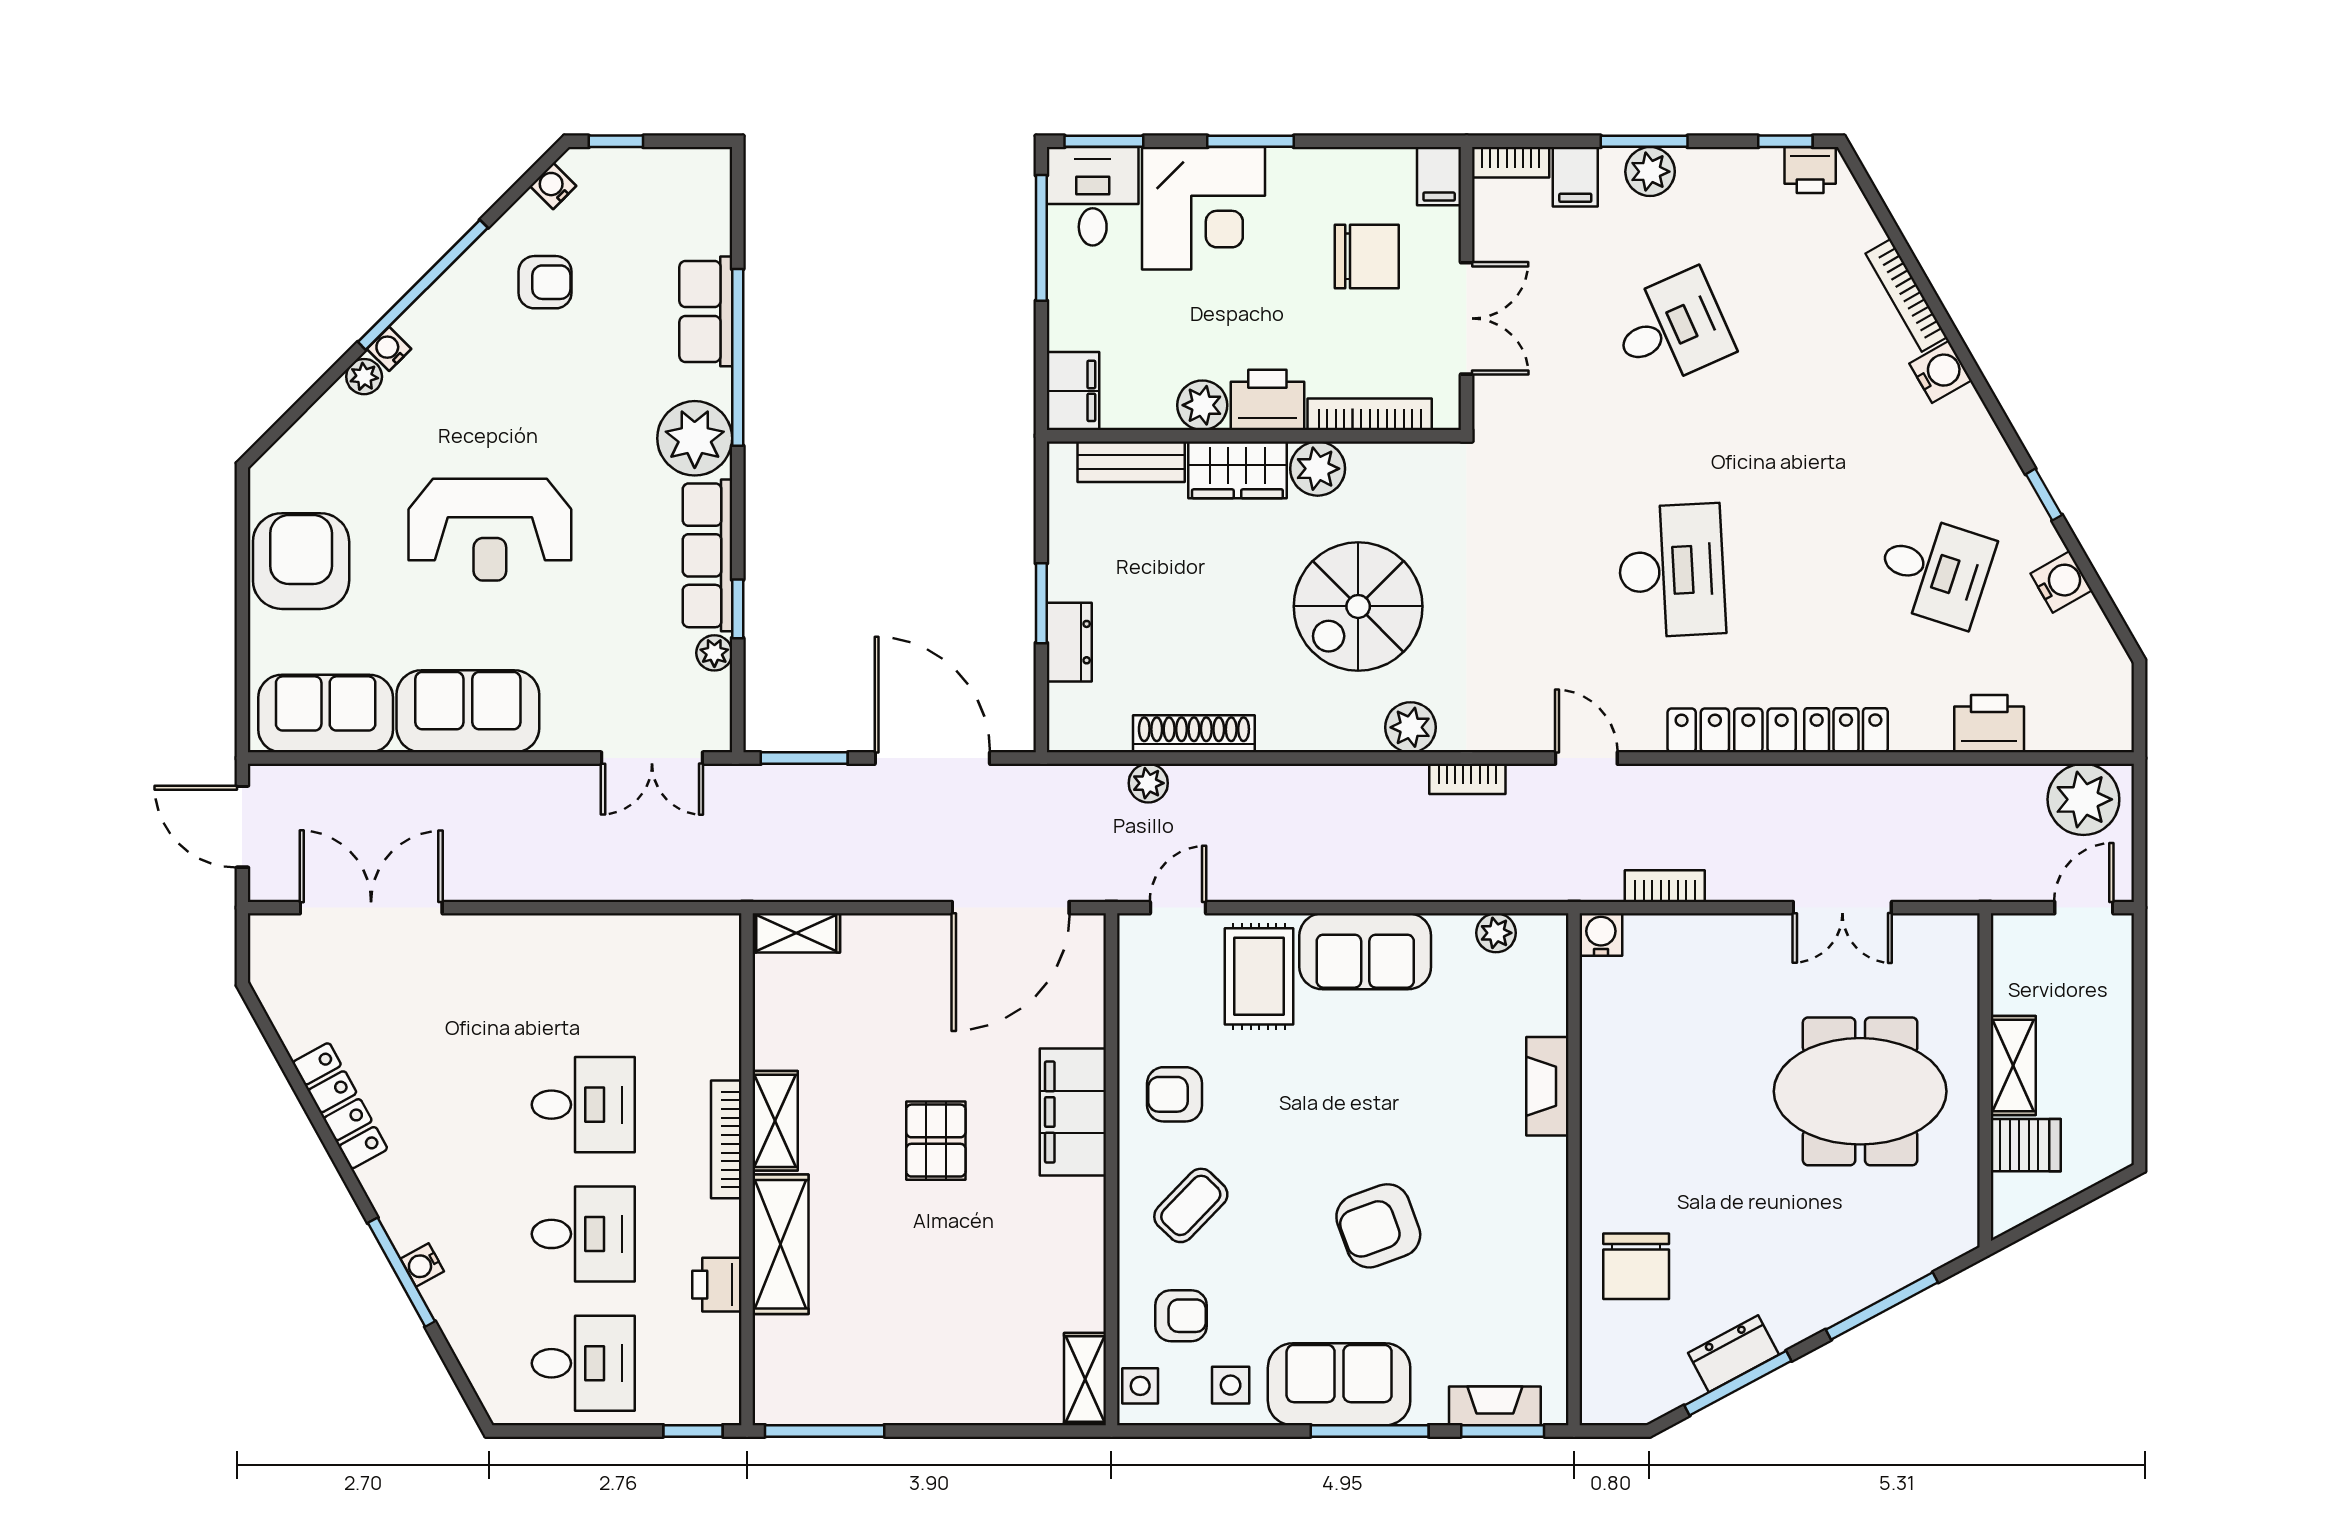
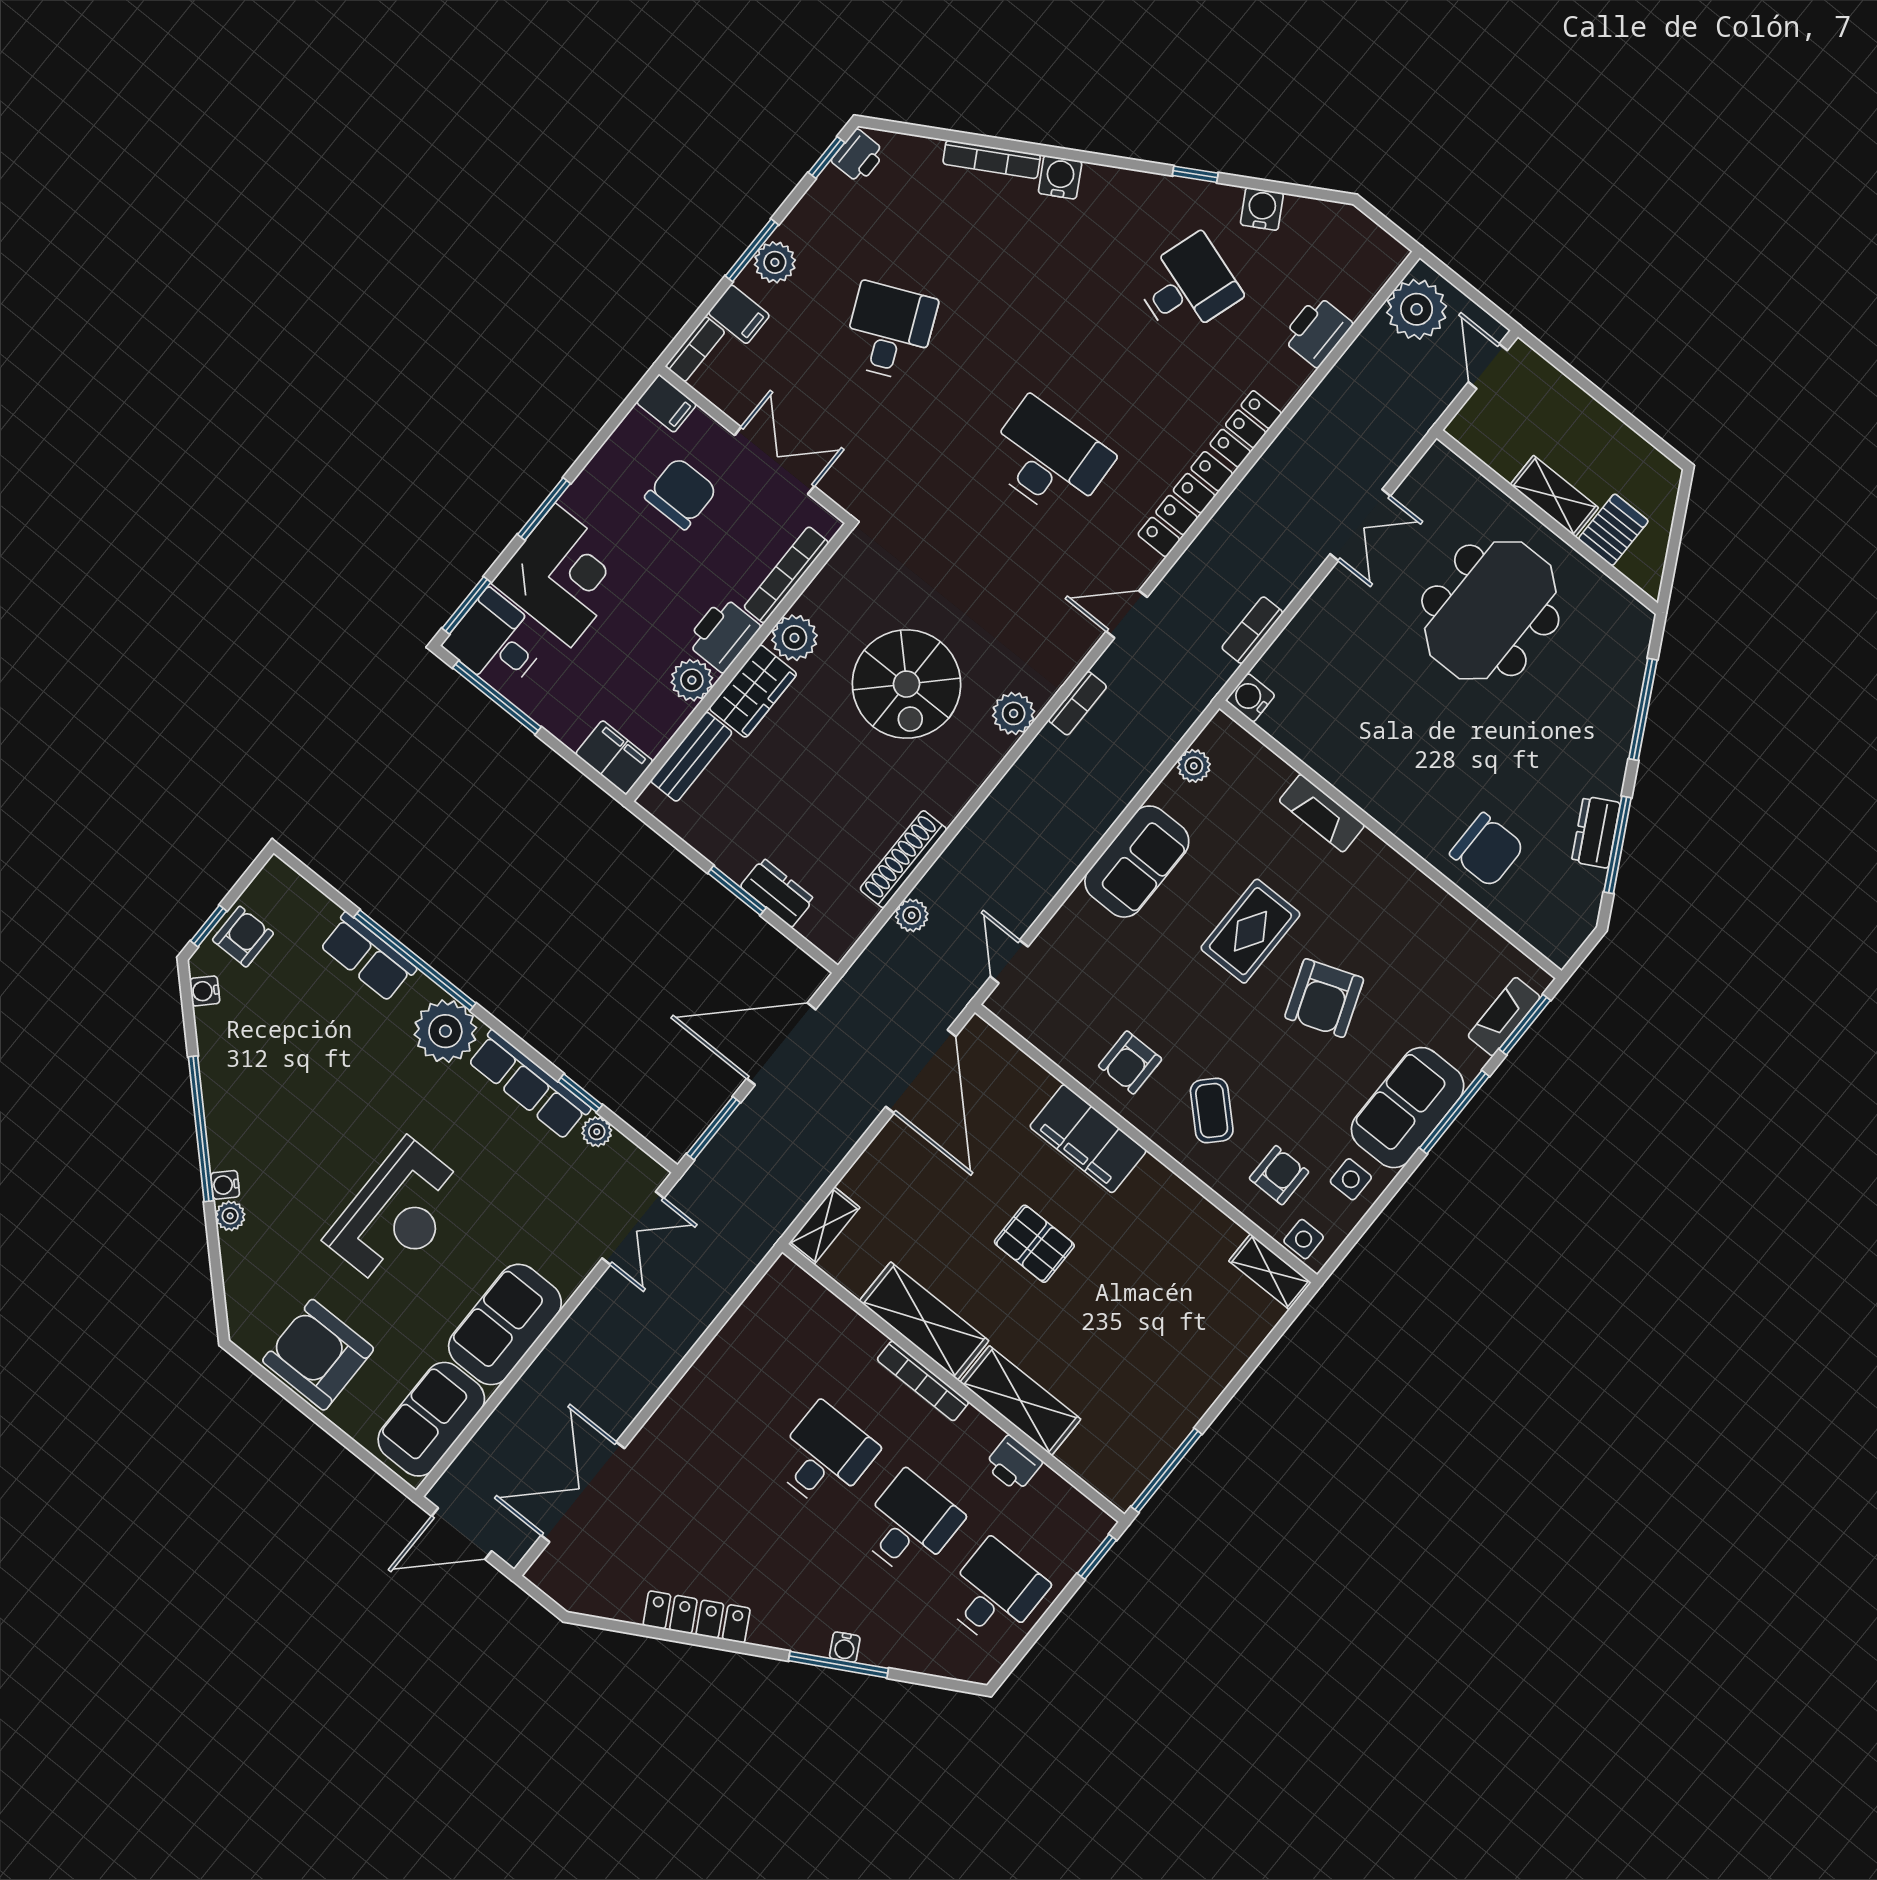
armchair: (545, 282) -> (243, 937), moved
rug: (1259, 976) -> (1250, 931), moved, turned 90
shelving: (775, 1121) -> (924, 1321), width x1.50, depth x1.33

